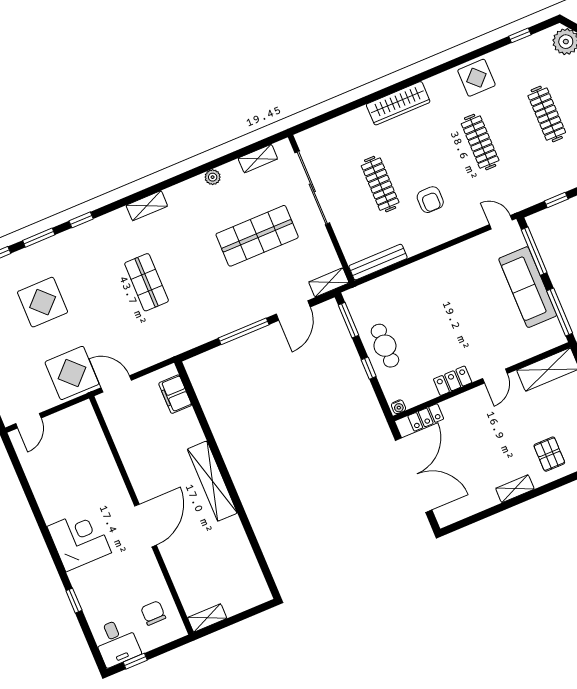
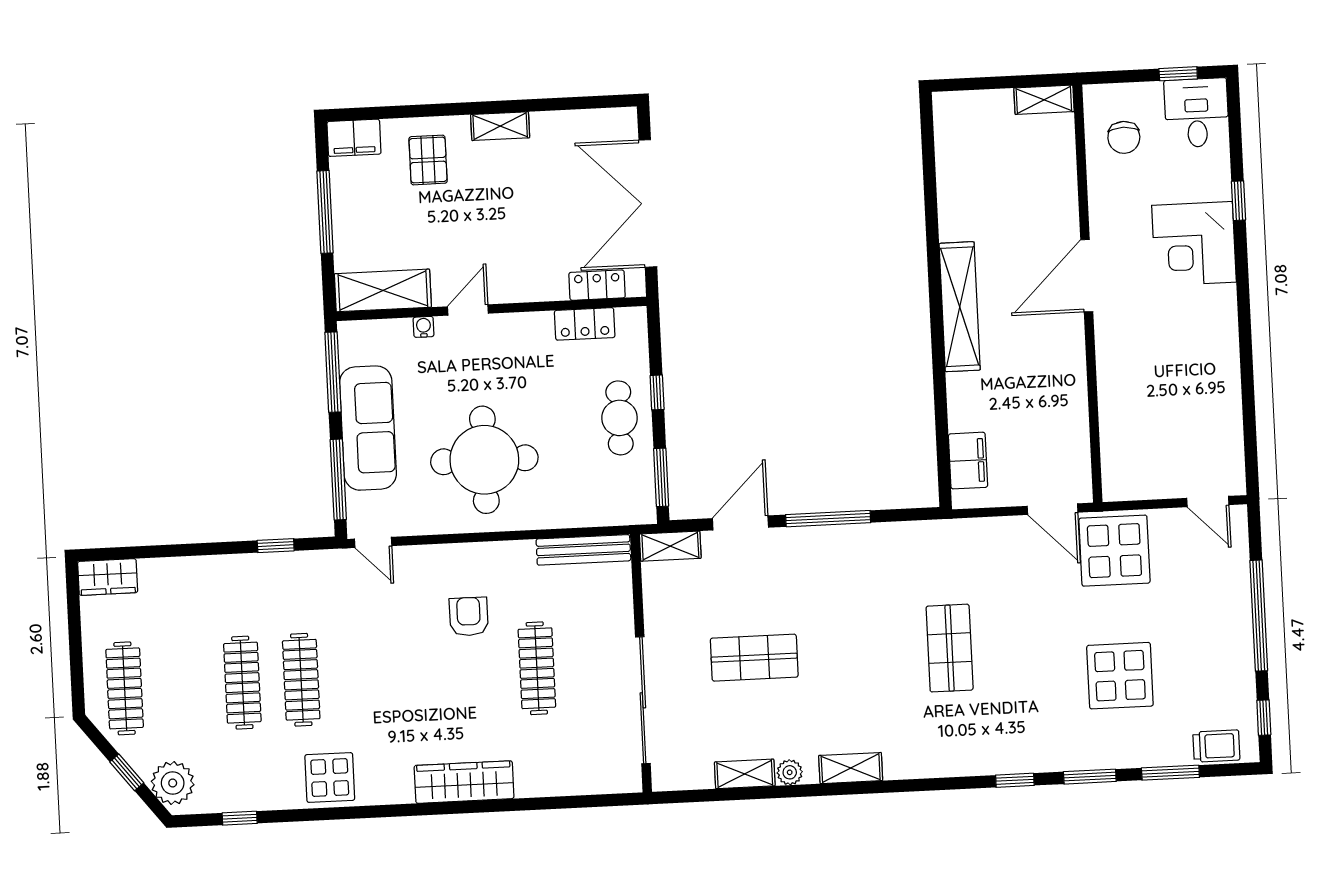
clothes rail: (480, 142) -> (301, 680), moved
shelving: (258, 159) -> (745, 774), moved
shelving: (147, 206) -> (851, 768), moved
shop shelf: (257, 236) -> (754, 658), width x0.70, depth x0.74
round table: (454, 293) -> (484, 460), added
locker: (453, 381) -> (585, 324), moved
water cooler: (398, 407) -> (424, 327), moved
door: (28, 421) -> (1208, 502), swing flipped
corner desk: (79, 540) -> (1194, 244), moved

